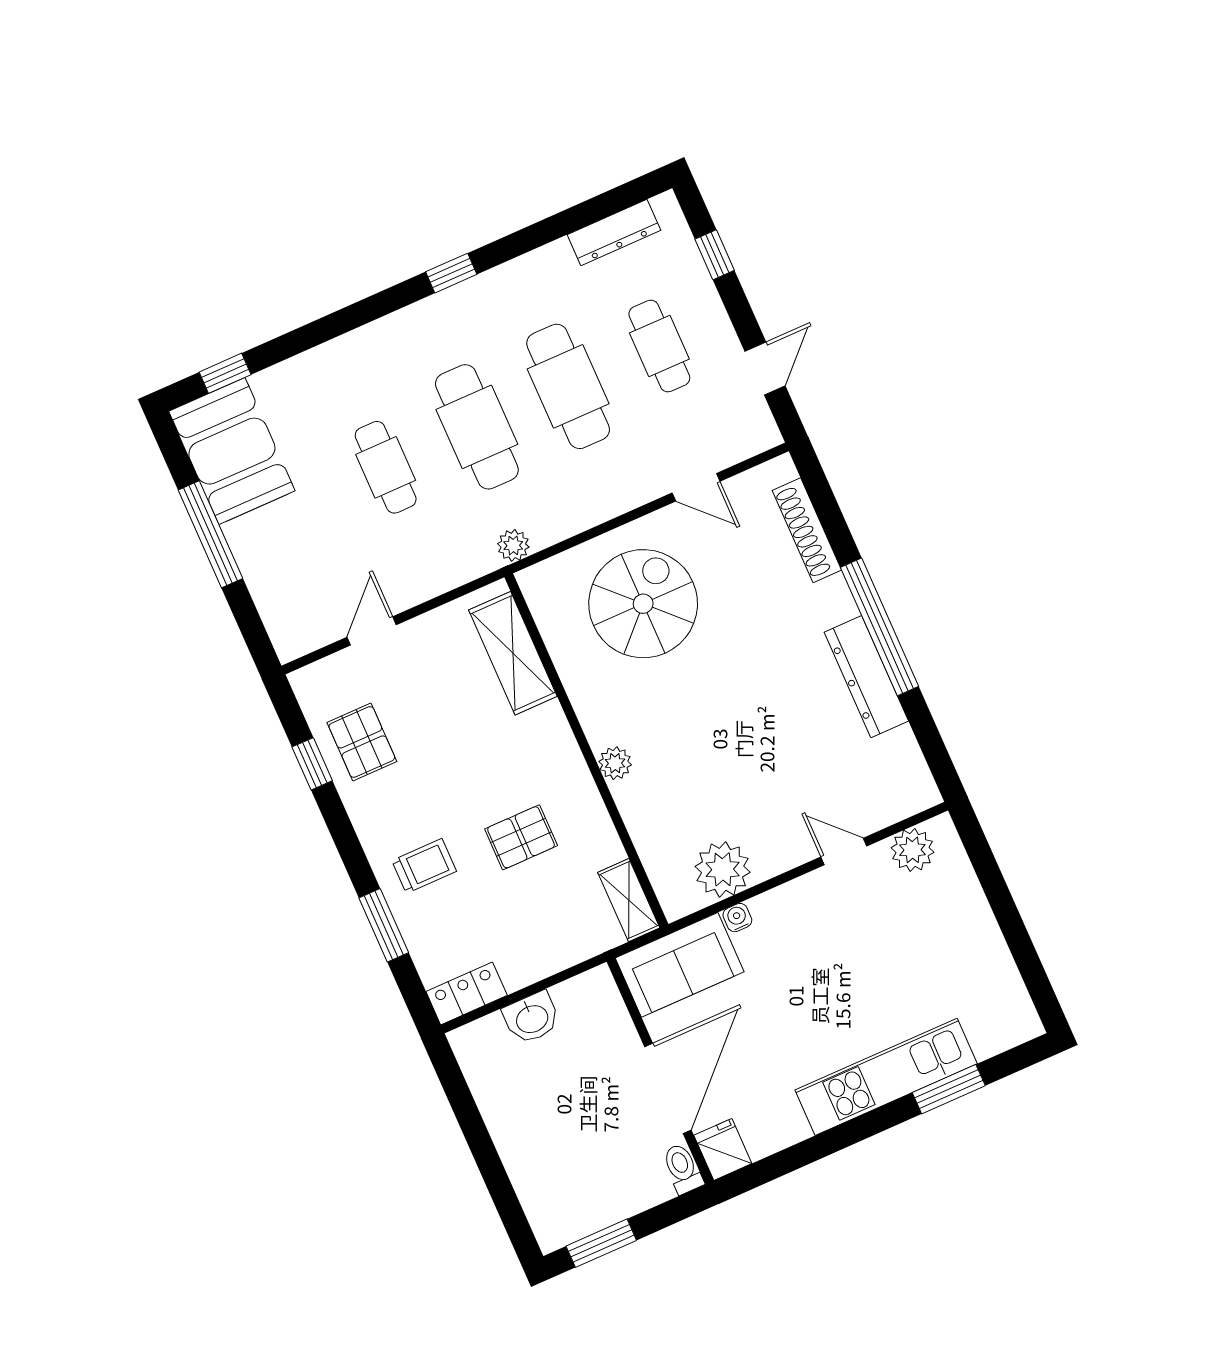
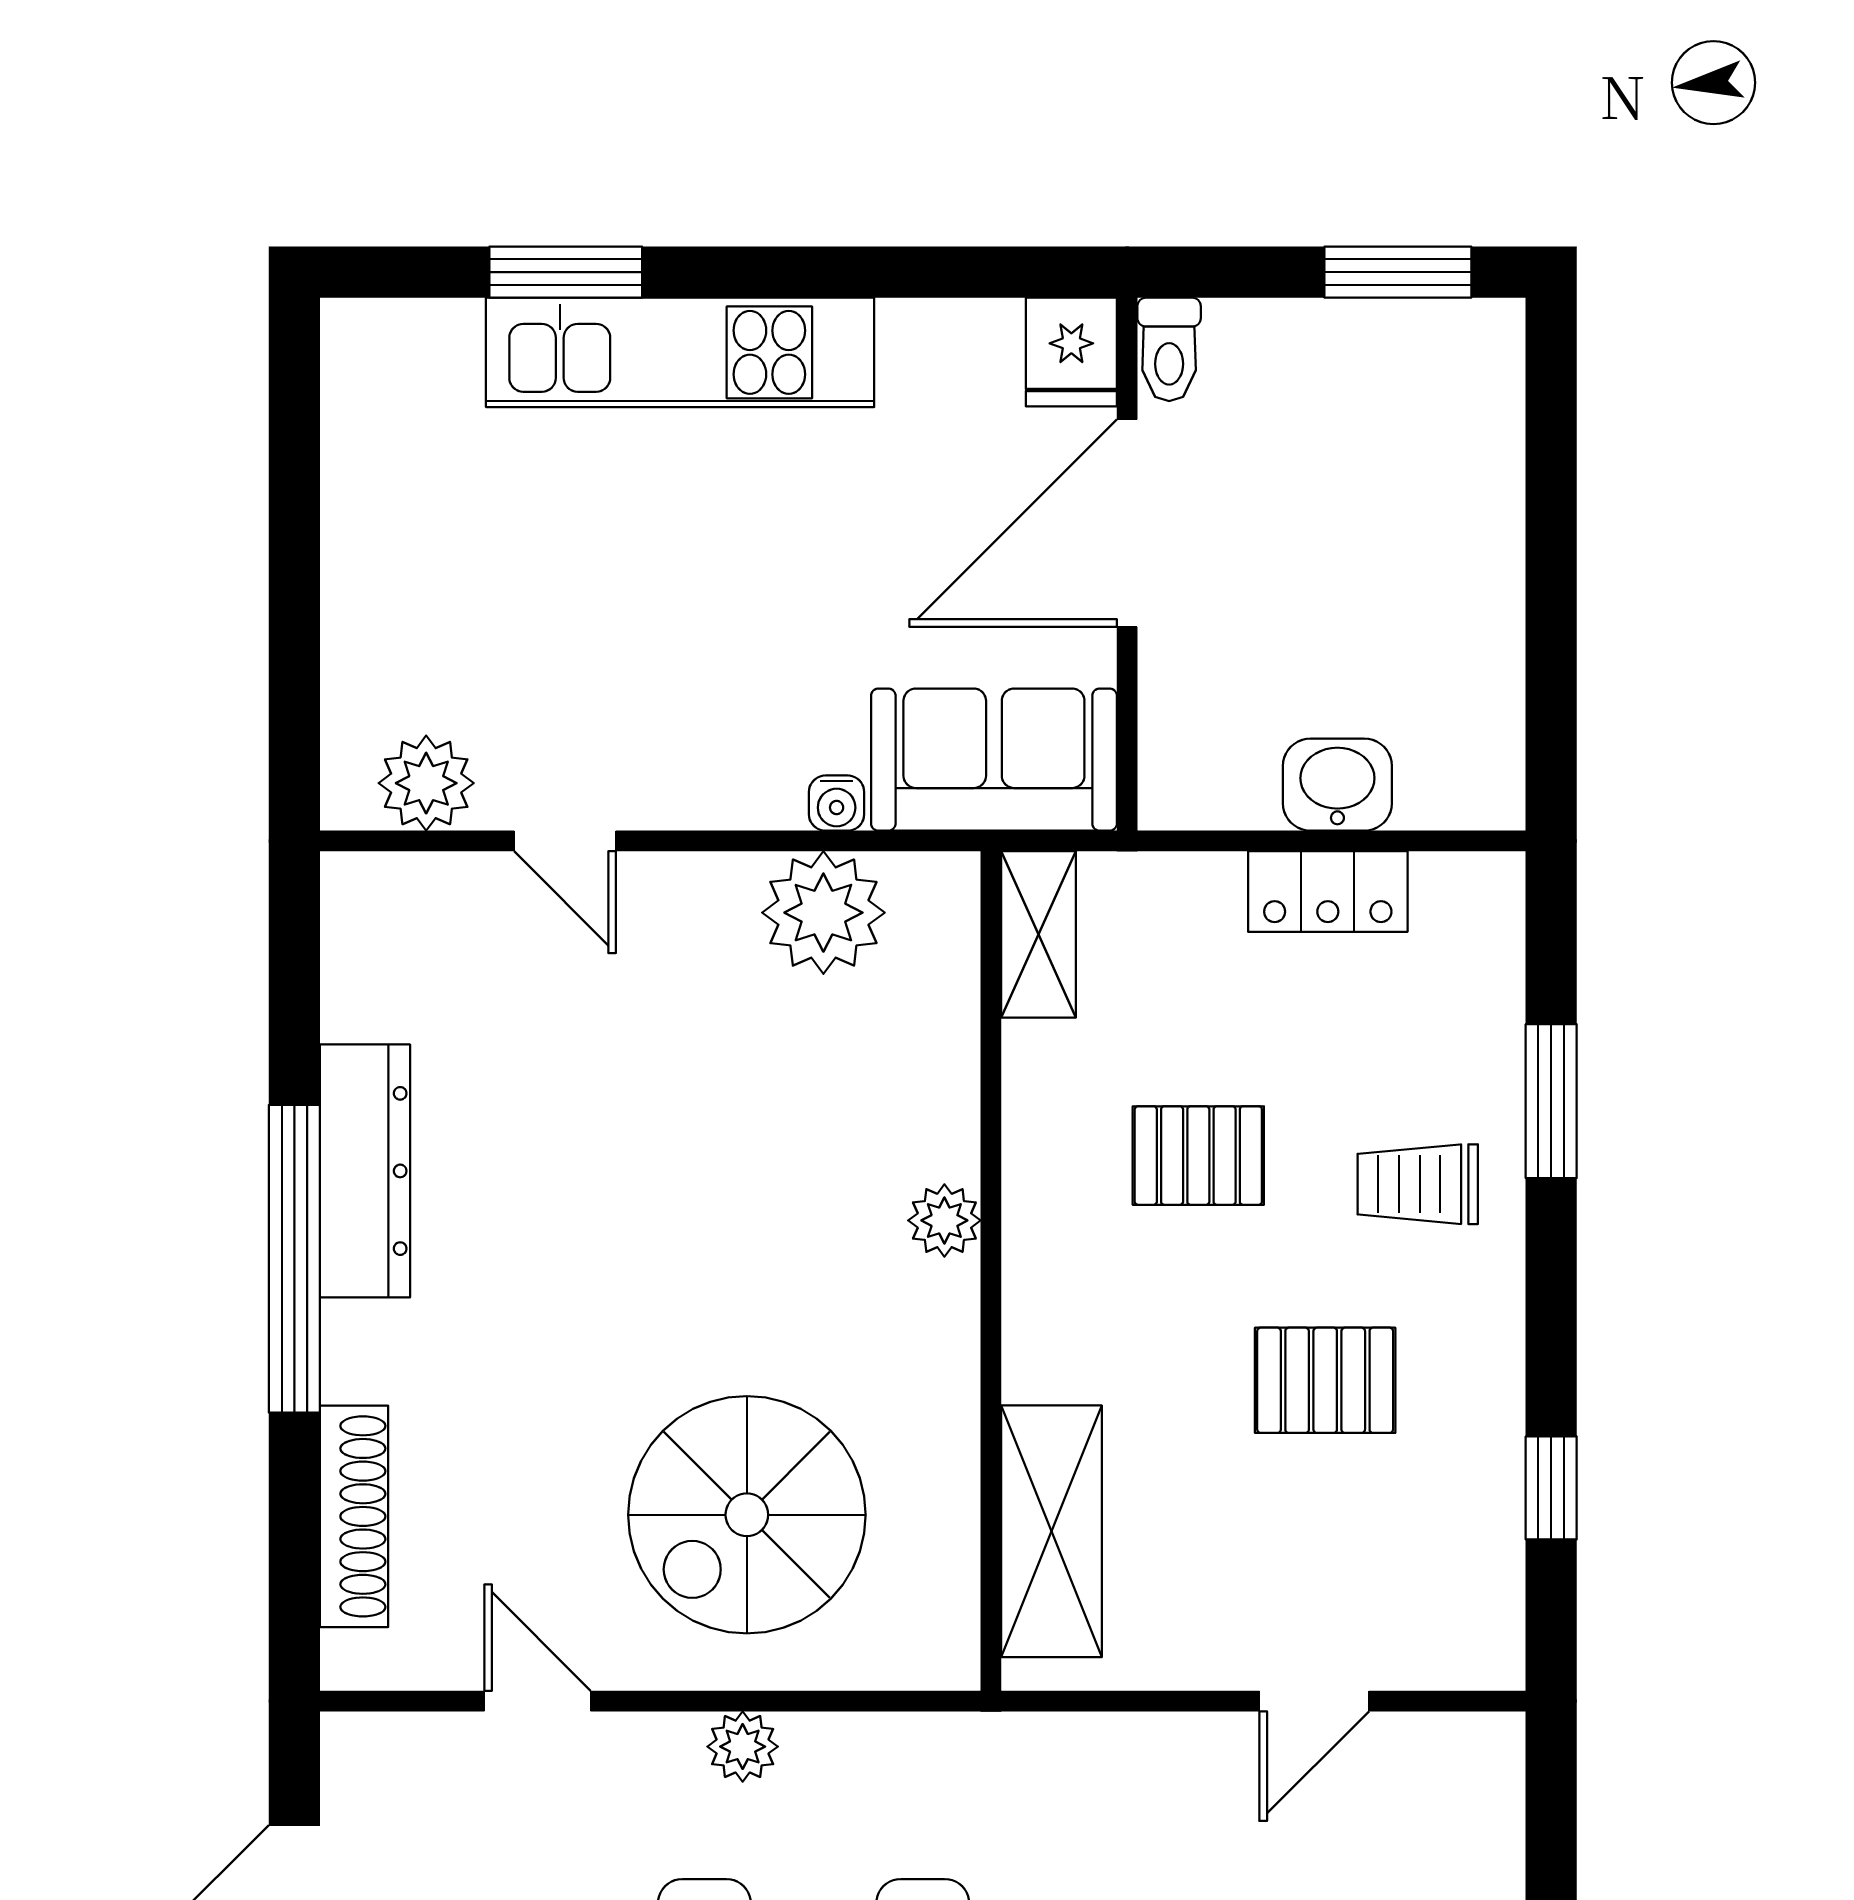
plant: (513, 545) -> (743, 1747), moved
pallet: (362, 742) -> (1325, 1380), moved, turned 90
locker: (467, 993) -> (1328, 891), moved

